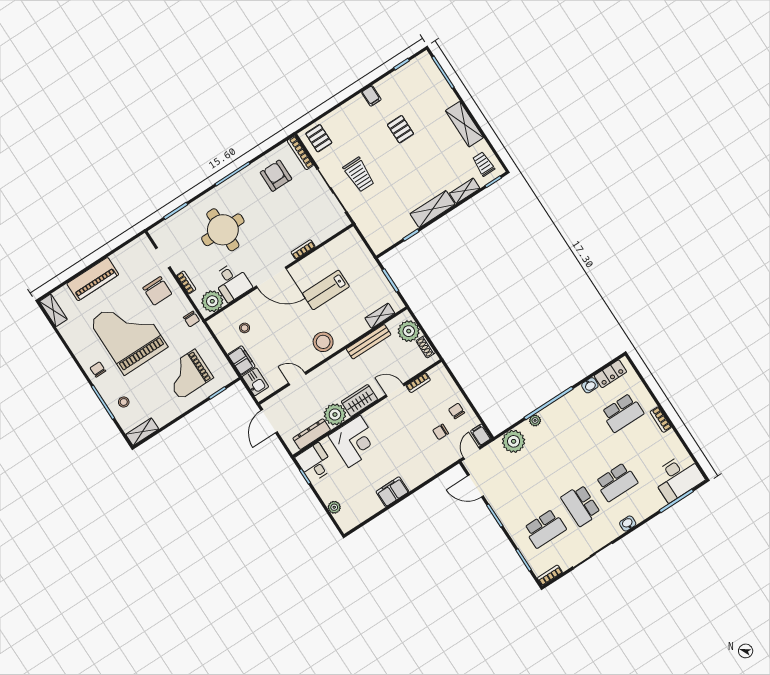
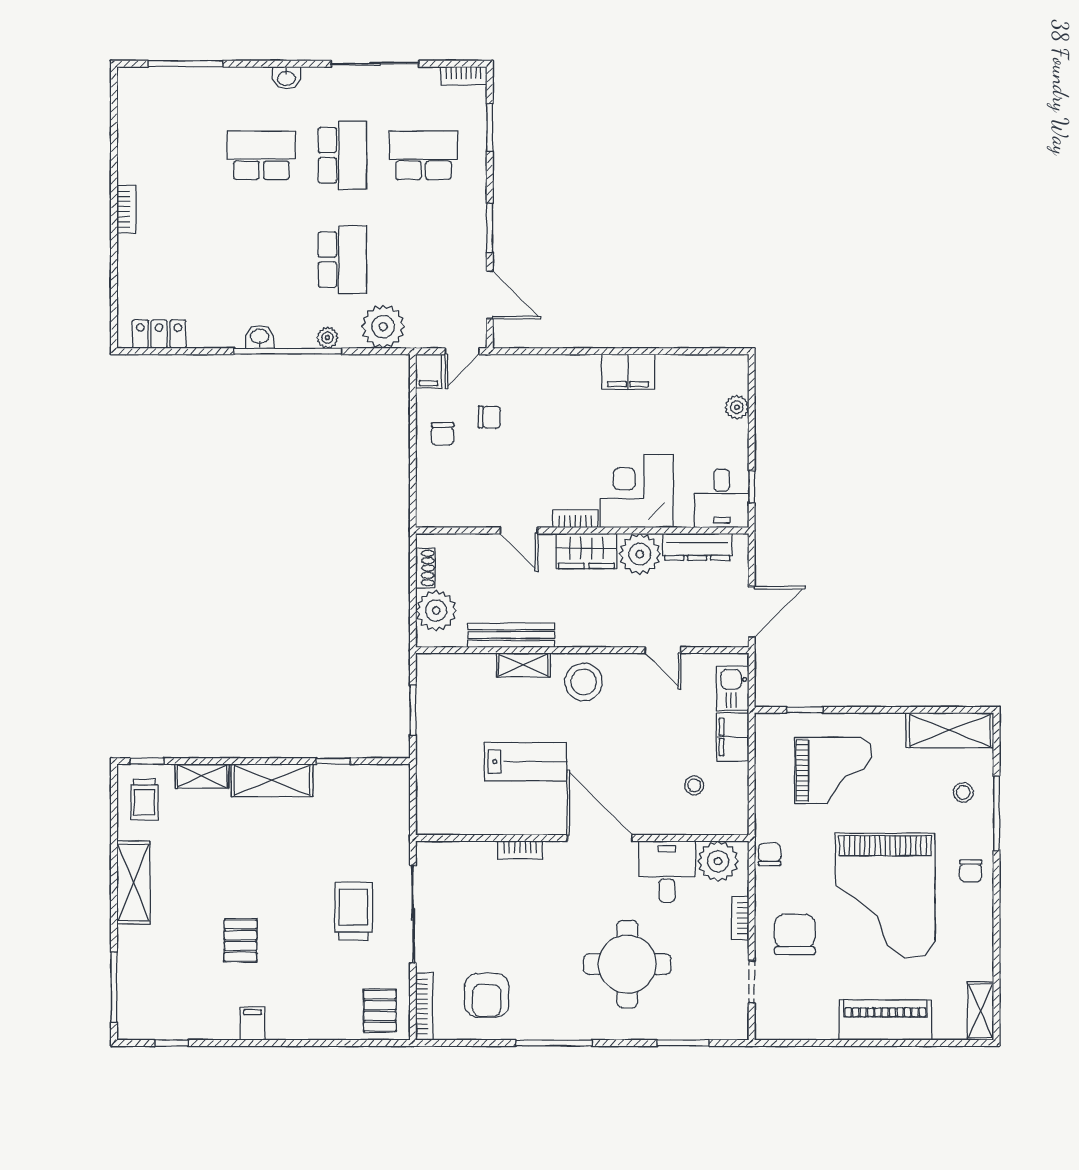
shelving: (380, 316) -> (523, 665), moved
bookcase: (418, 383) -> (575, 519), moved
washbasin: (590, 385) -> (260, 337), moved
school desk: (622, 413) -> (342, 260), moved, turned 90
shelving: (142, 432) -> (950, 730), width x1.50, depth x1.33
desk: (678, 477) -> (159, 100), removed

